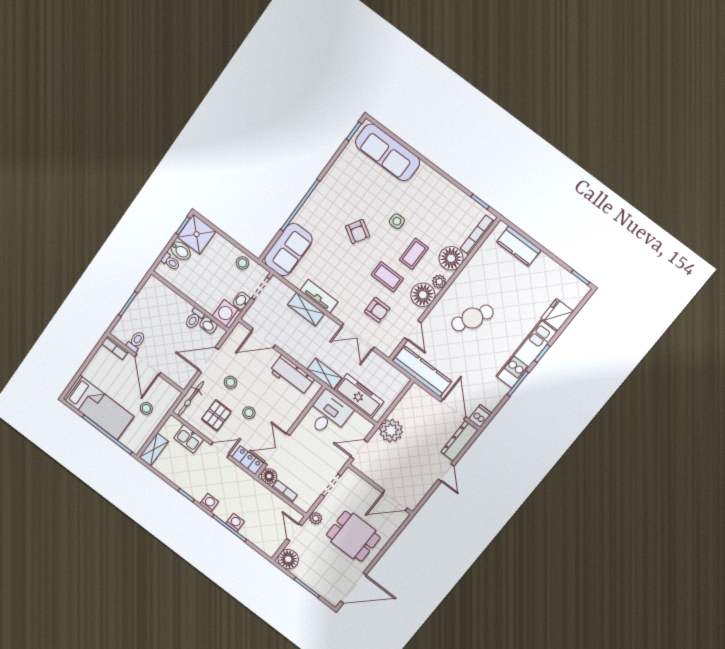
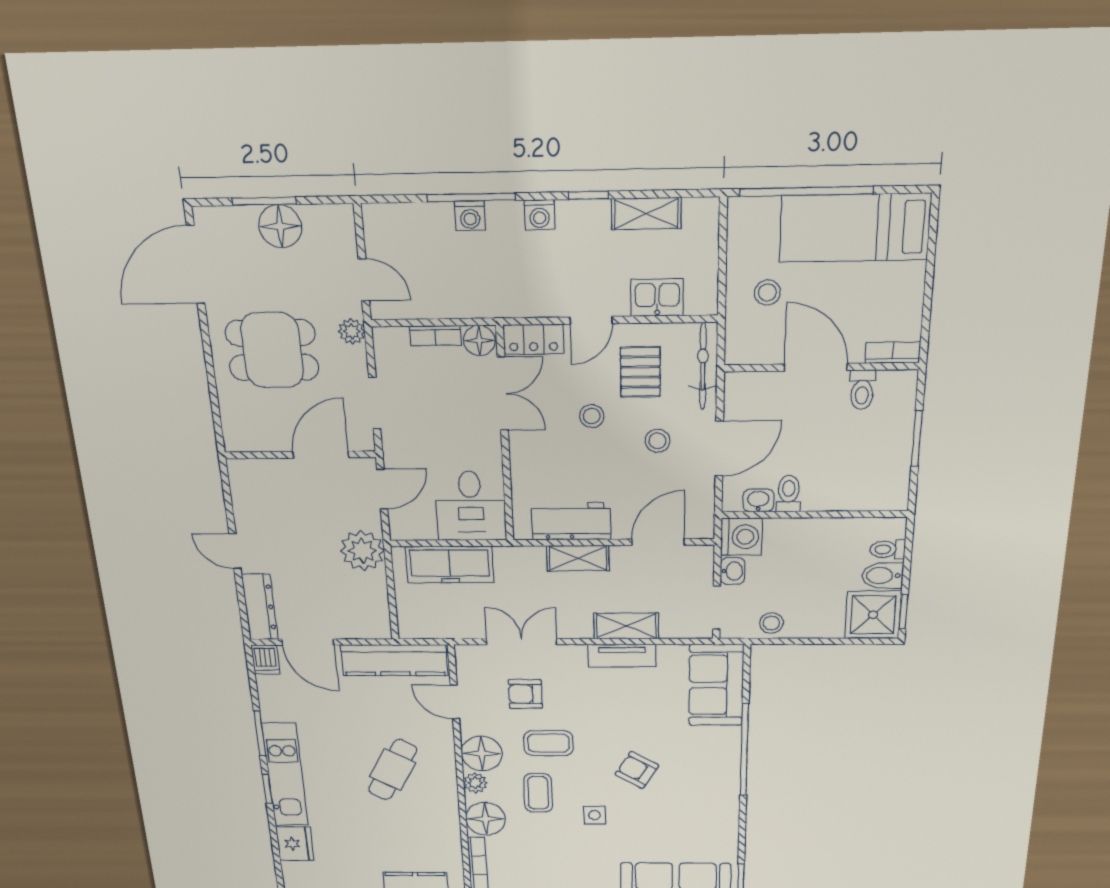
shelving: (324, 374) -> (578, 558), moved
shelving: (154, 449) -> (646, 214), moved, turned 90
door: (395, 501) -> (321, 455), moved
floor lamp: (288, 559) -> (280, 226), moved

